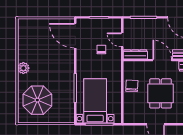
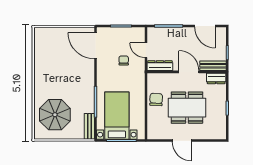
plant: (23, 68) -> (40, 80), removed
dining table: (161, 93) -> (187, 108), width x1.38
bench: (69, 111) -> (89, 126), added

